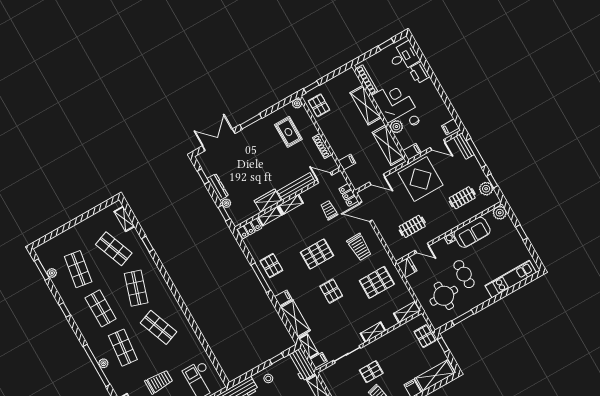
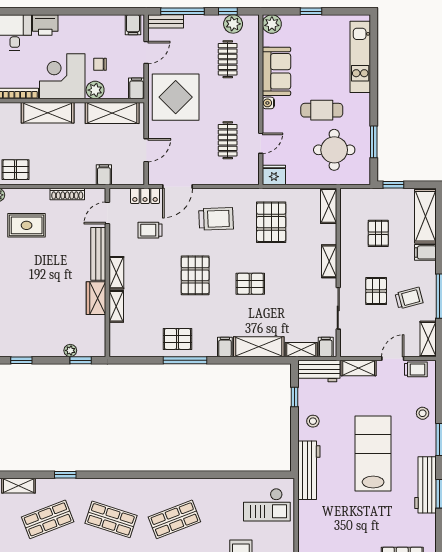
dresser: (218, 187) -> (45, 350), removed
locker: (250, 228) -> (117, 340), removed
pallet: (425, 336) -> (378, 233), moved, turned 90

